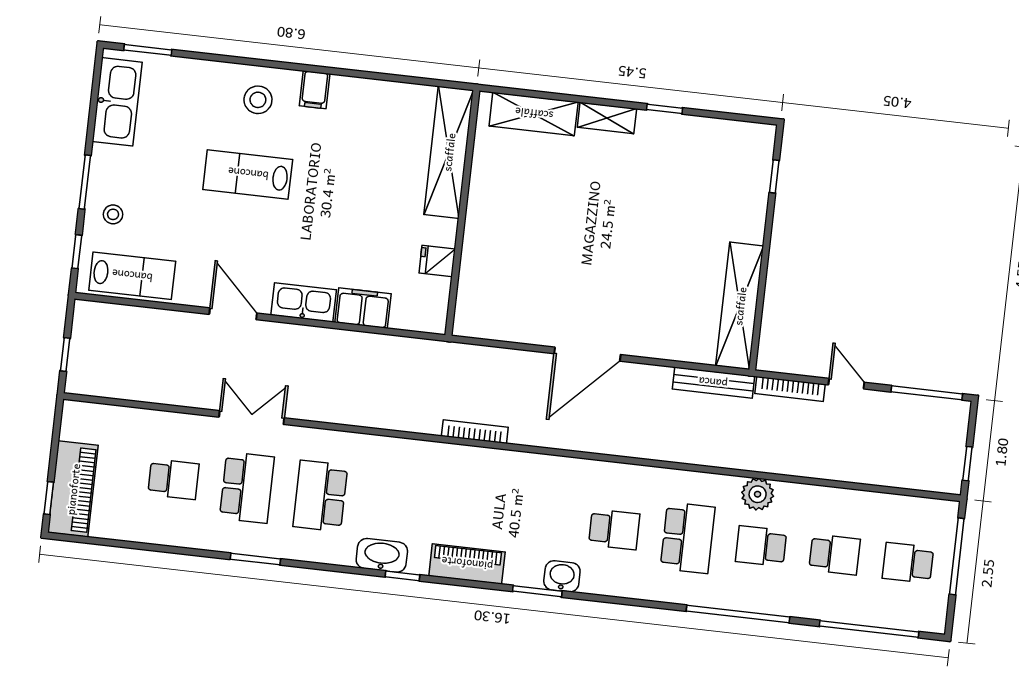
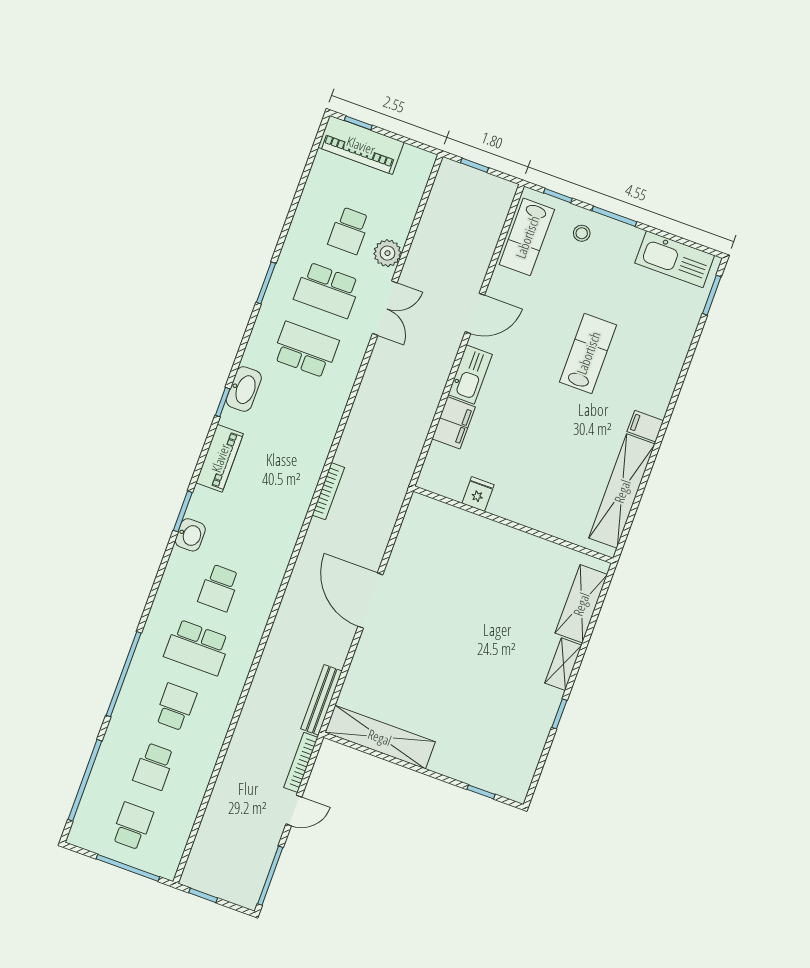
stool: (258, 100) -> (648, 377), removed
shelving: (449, 152) -> (622, 491), moved, turned 90
plant: (758, 494) -> (387, 253), moved

